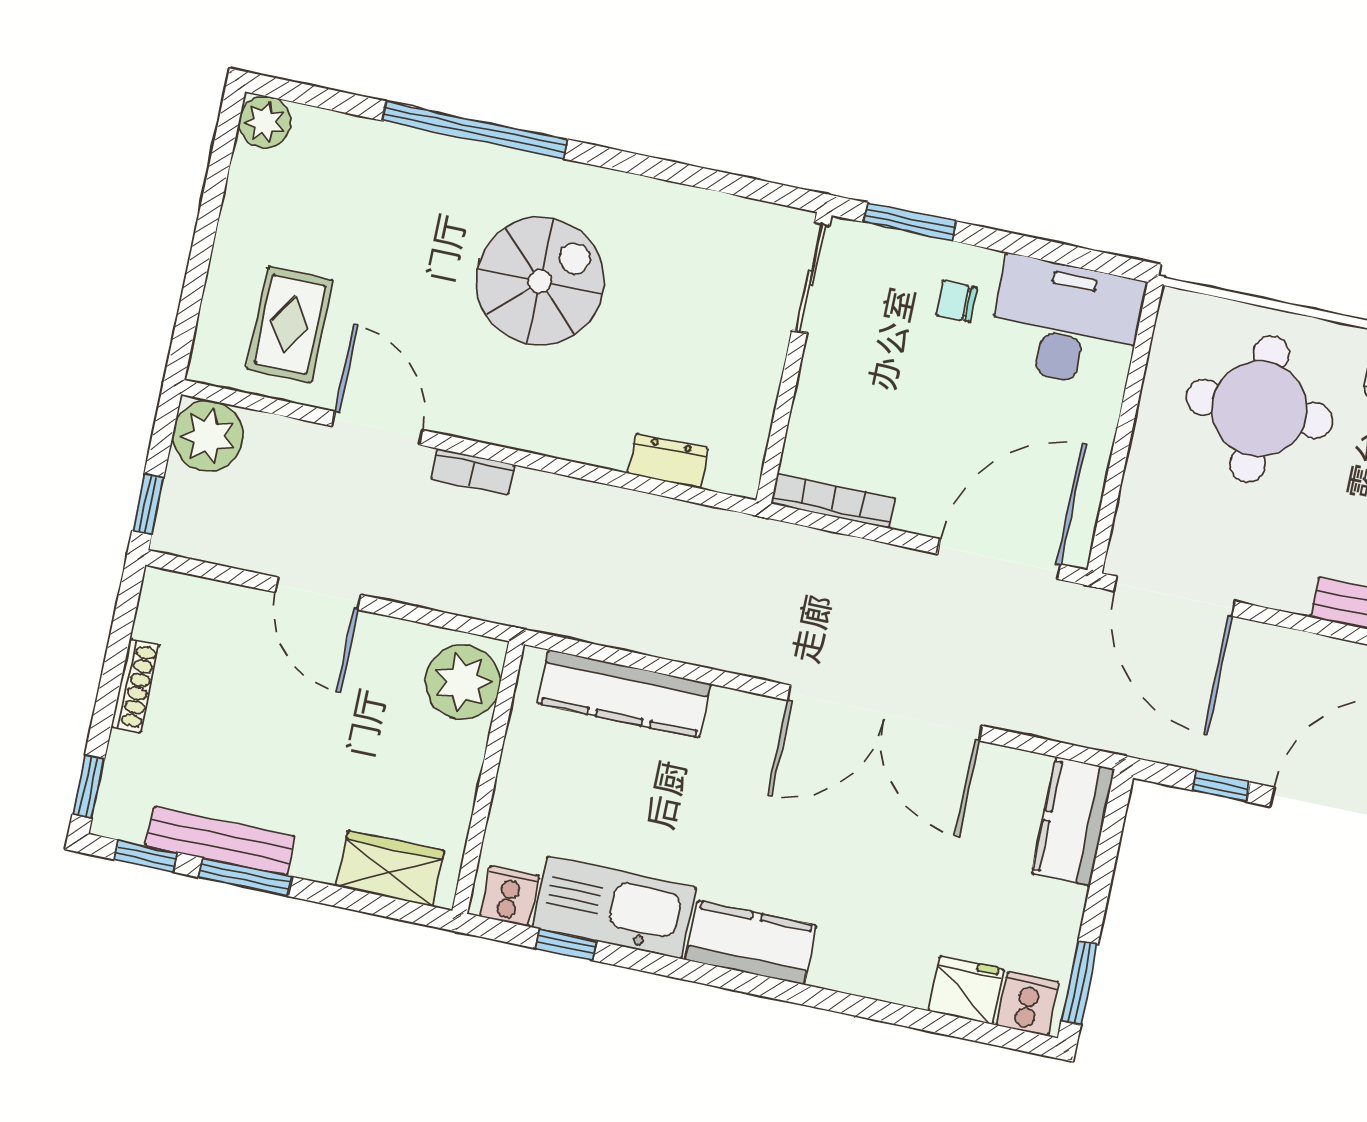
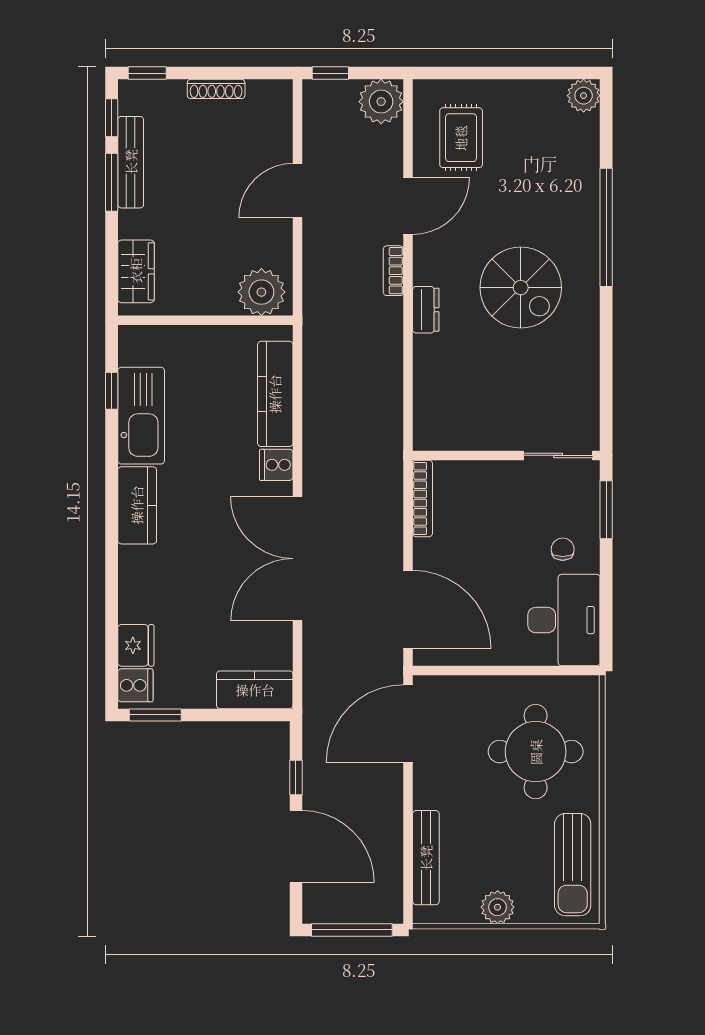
rug: (290, 324) -> (461, 138), turned 90
dresser: (668, 461) -> (426, 310), moved
cooker: (509, 896) -> (276, 465), moved, turned 180

